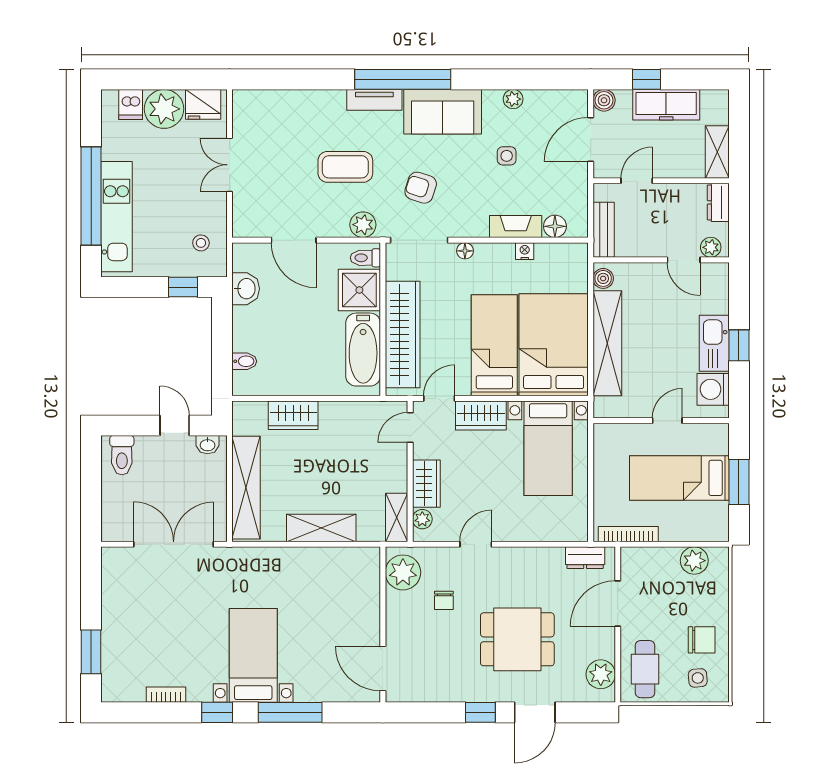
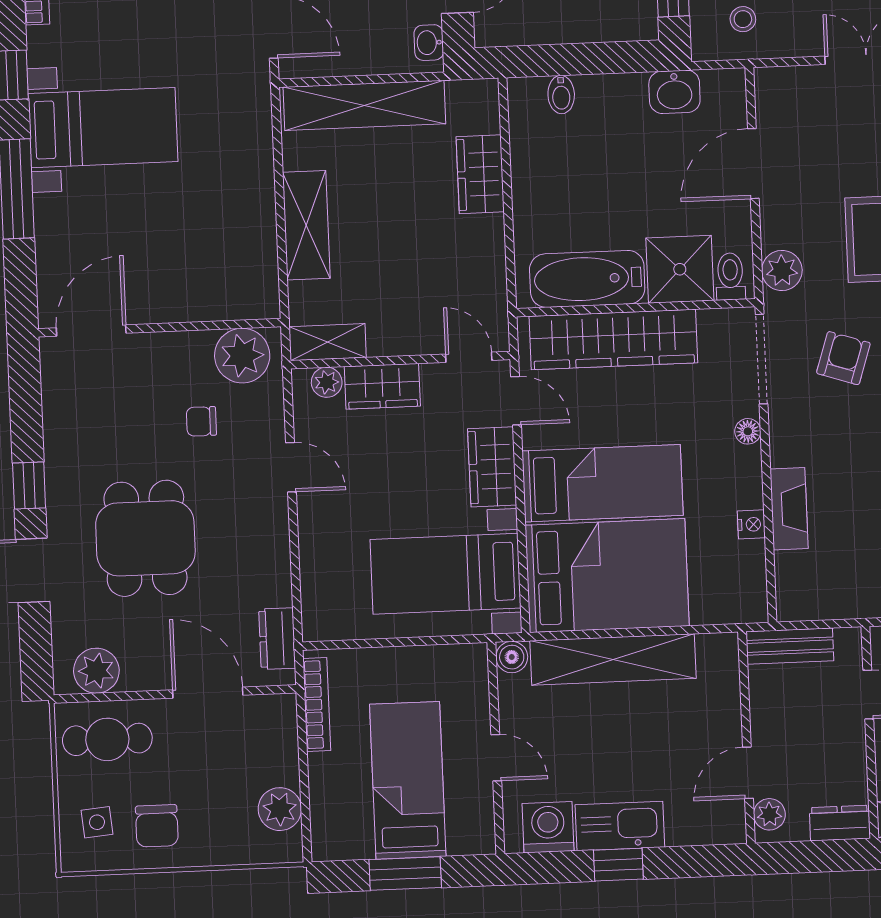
floor lamp: (555, 226) -> (792, 570), removed
boiler: (603, 278) -> (512, 657), moved

